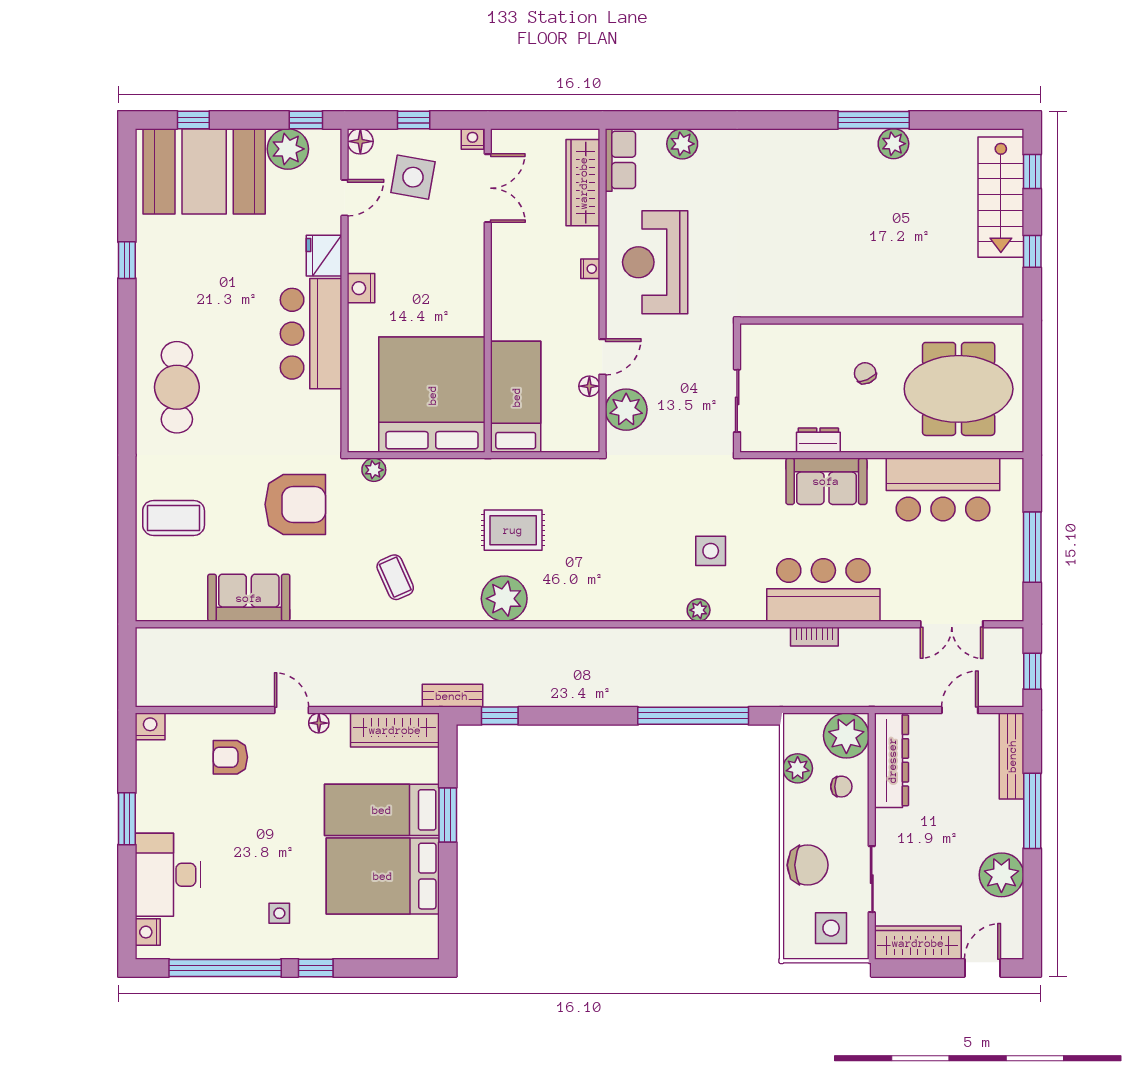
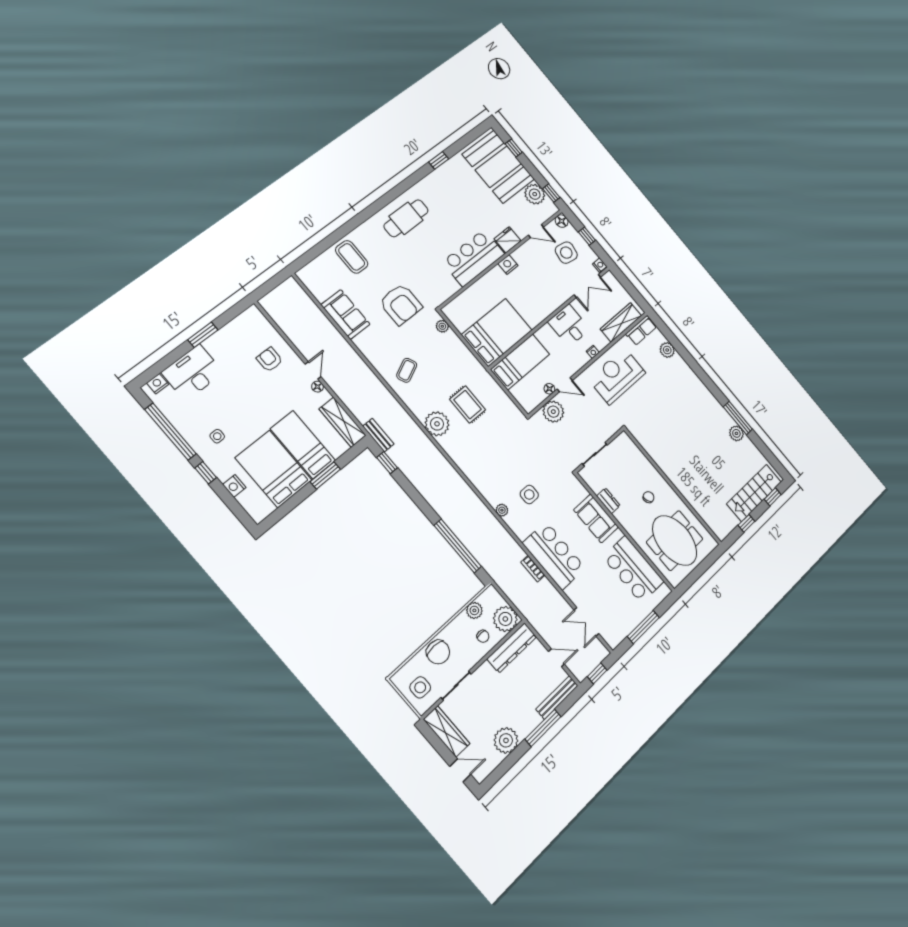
desk: (523, 272) -> (569, 325), added
bed: (432, 395) -> (497, 332), width x0.73
nightstand: (150, 726) -> (234, 486), moved, turned 180

